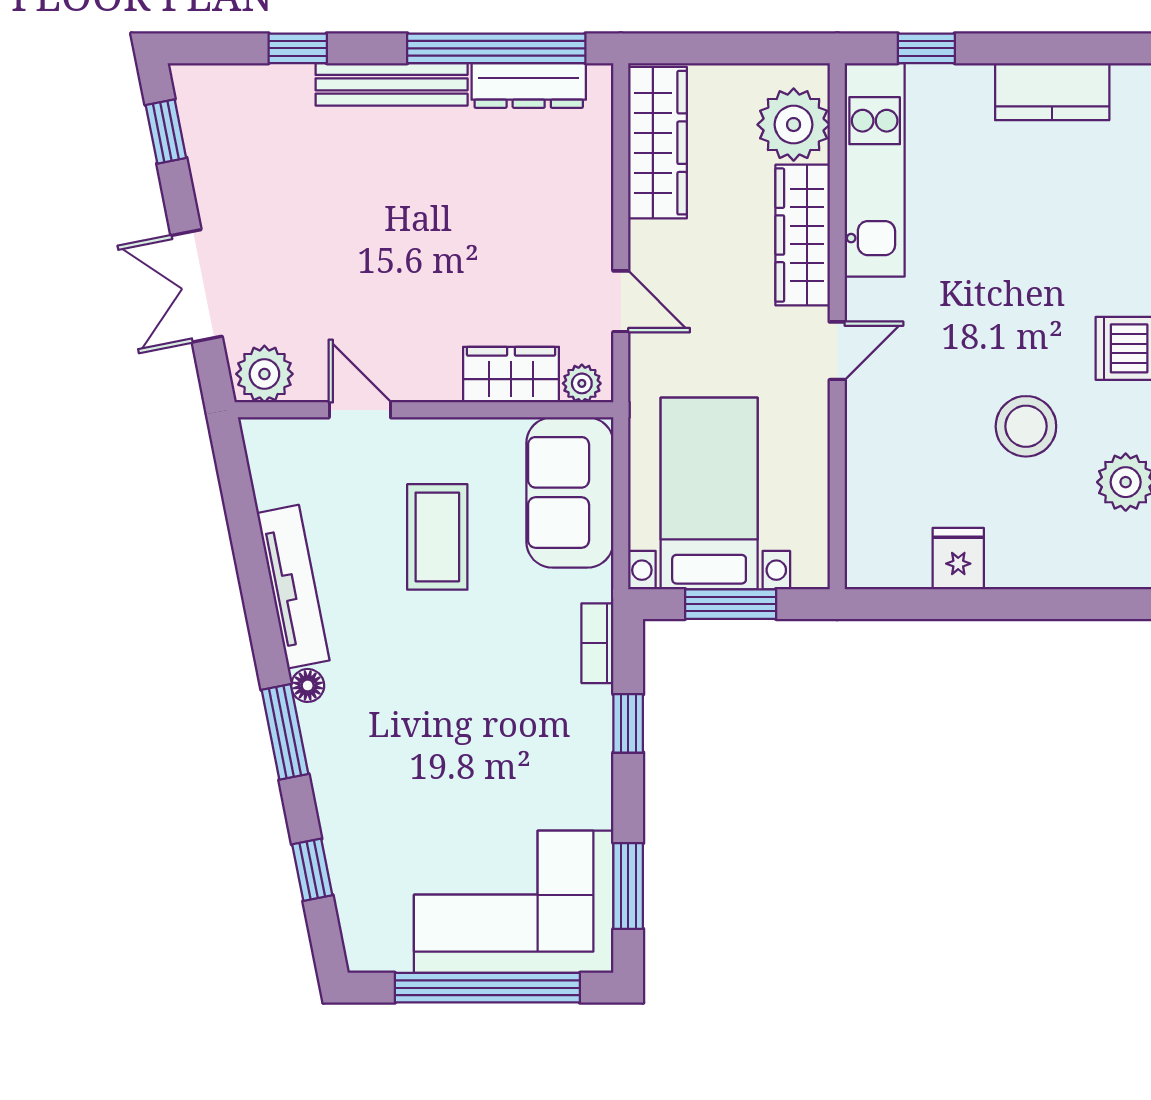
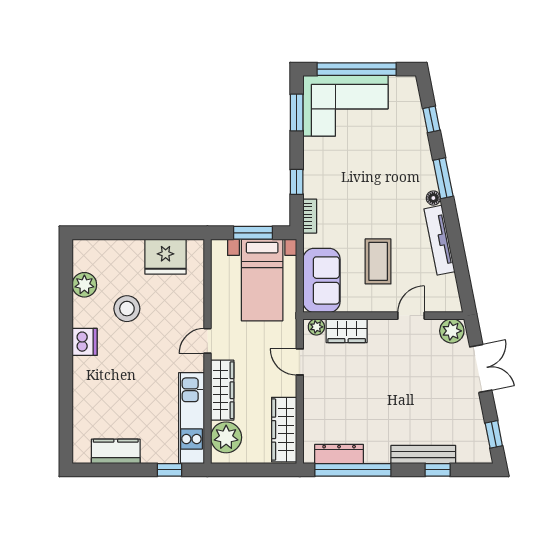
bench: (392, 84) -> (423, 454), moved
door: (360, 410) -> (411, 316), swing flipped
fridge: (958, 559) -> (166, 257), width x1.88, depth x1.34

